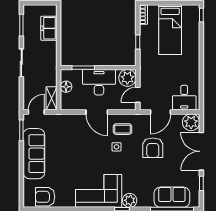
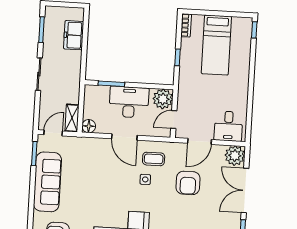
floor lamp: (66, 87) -> (89, 126), moved

